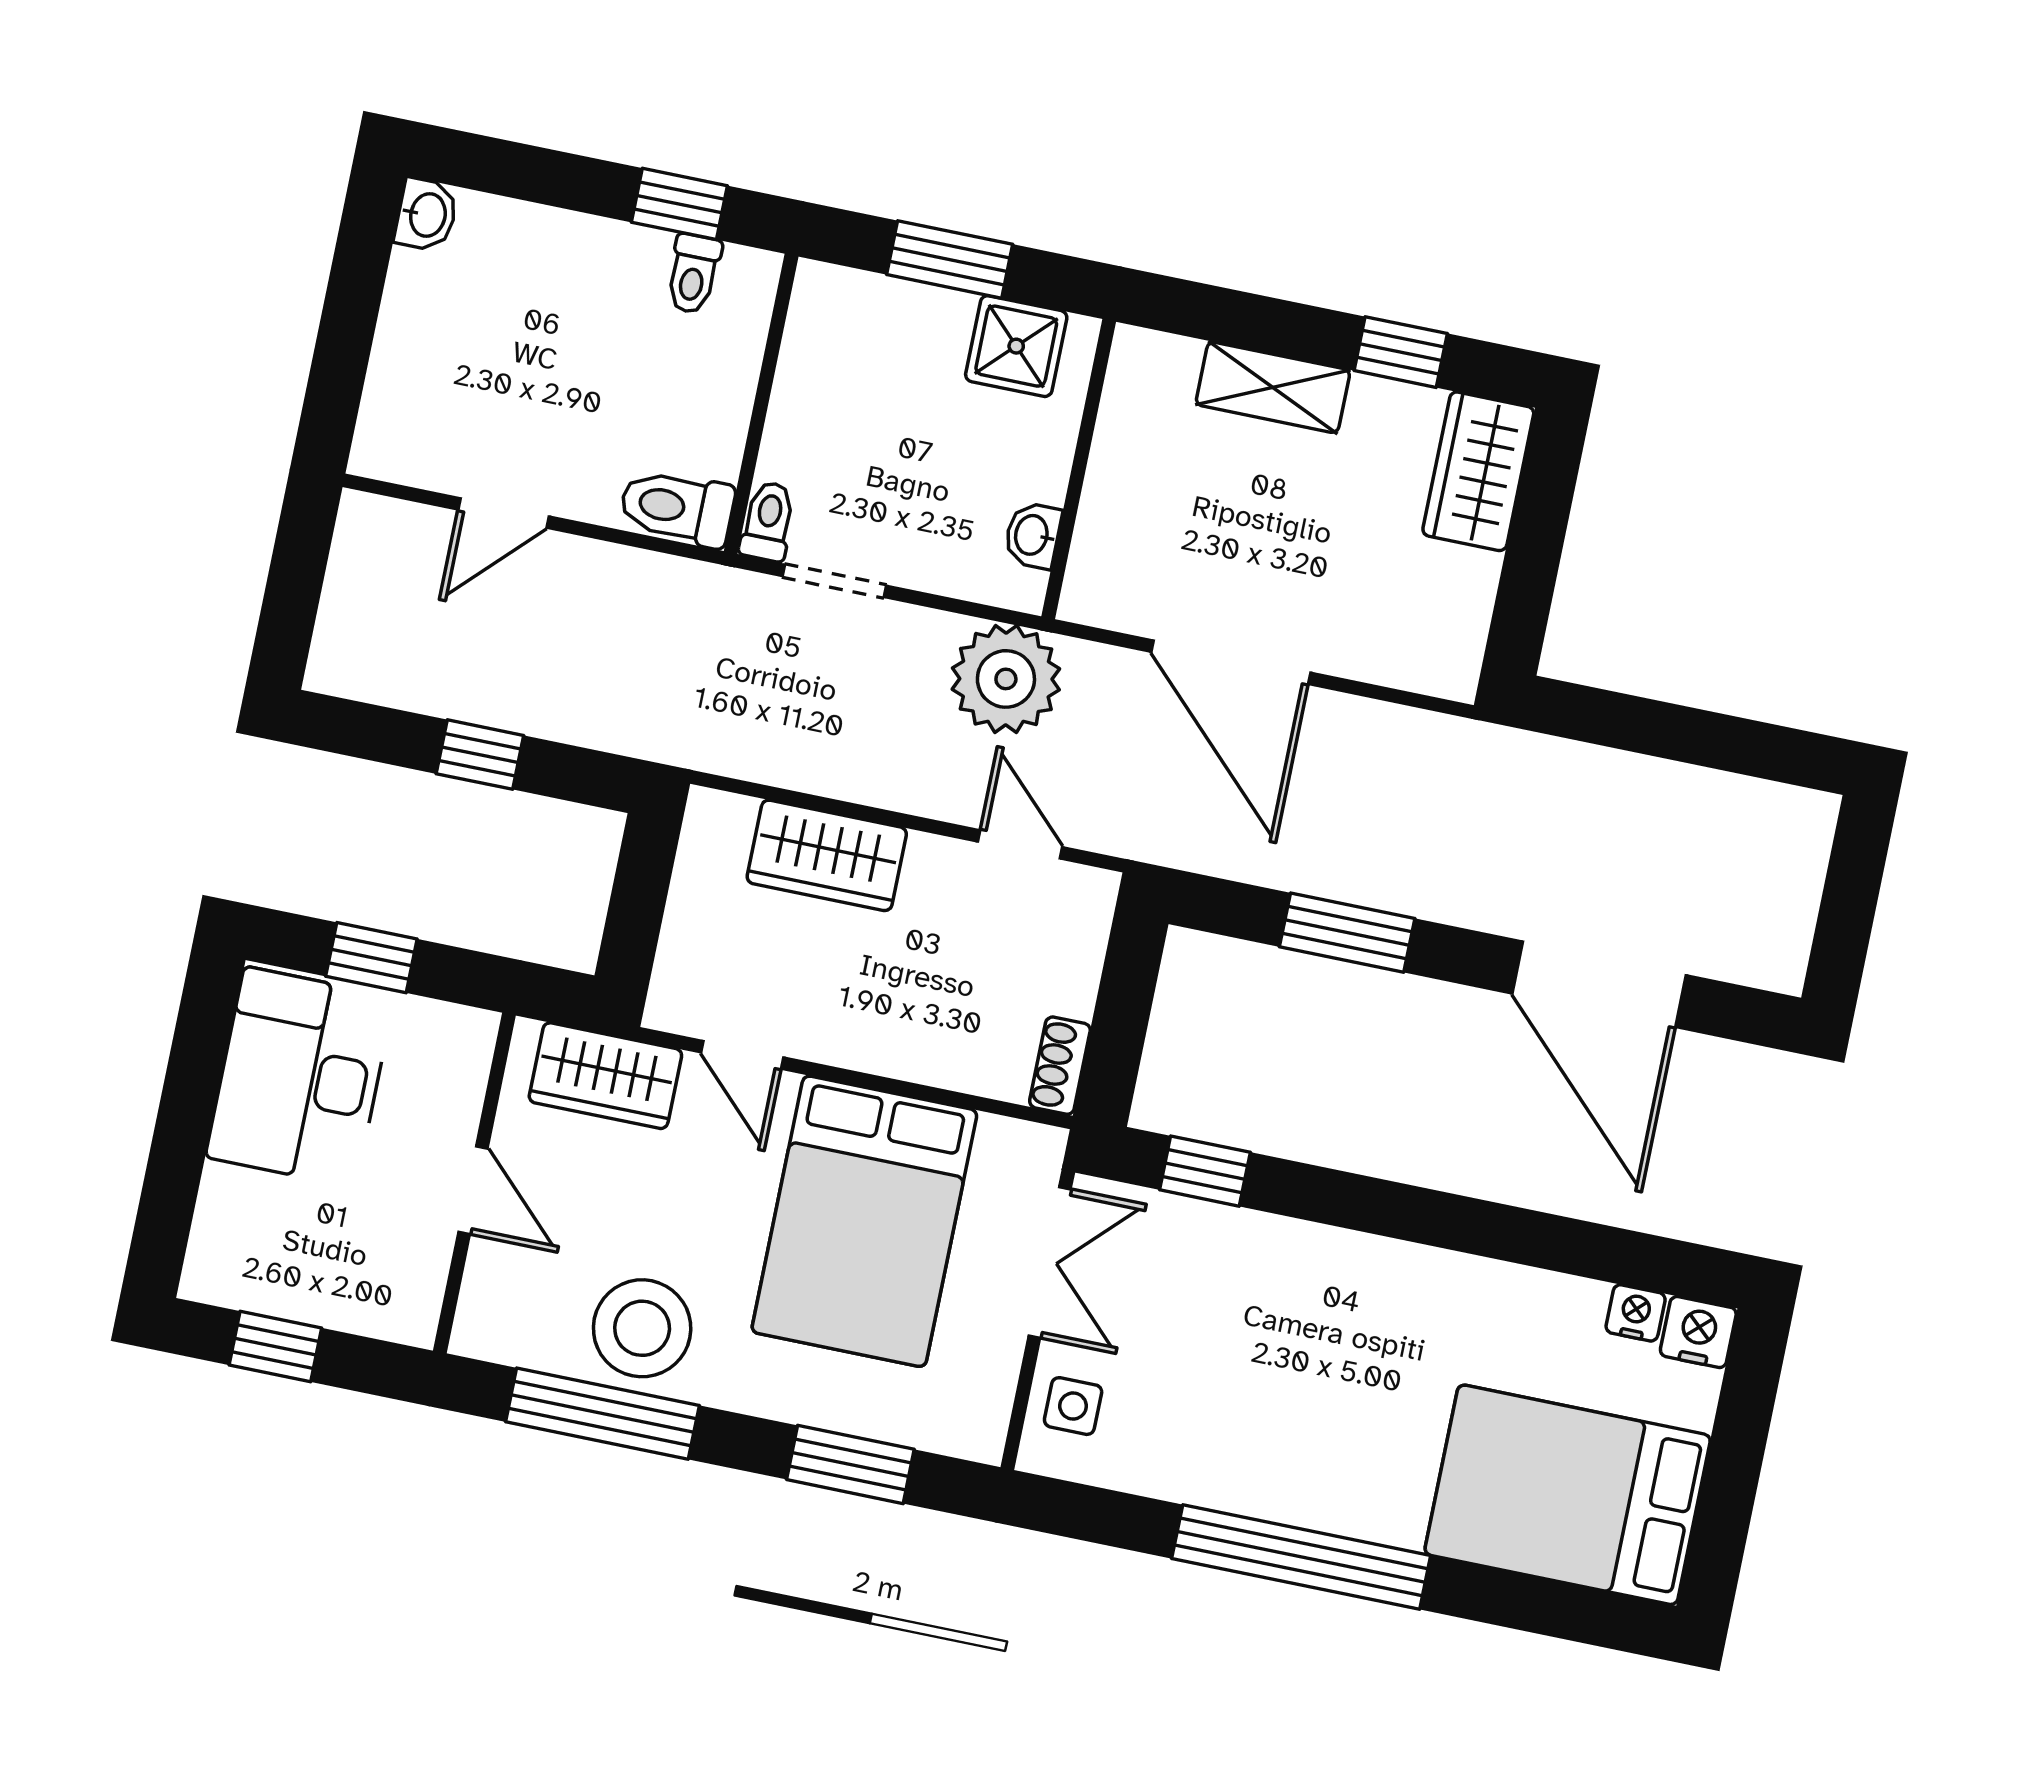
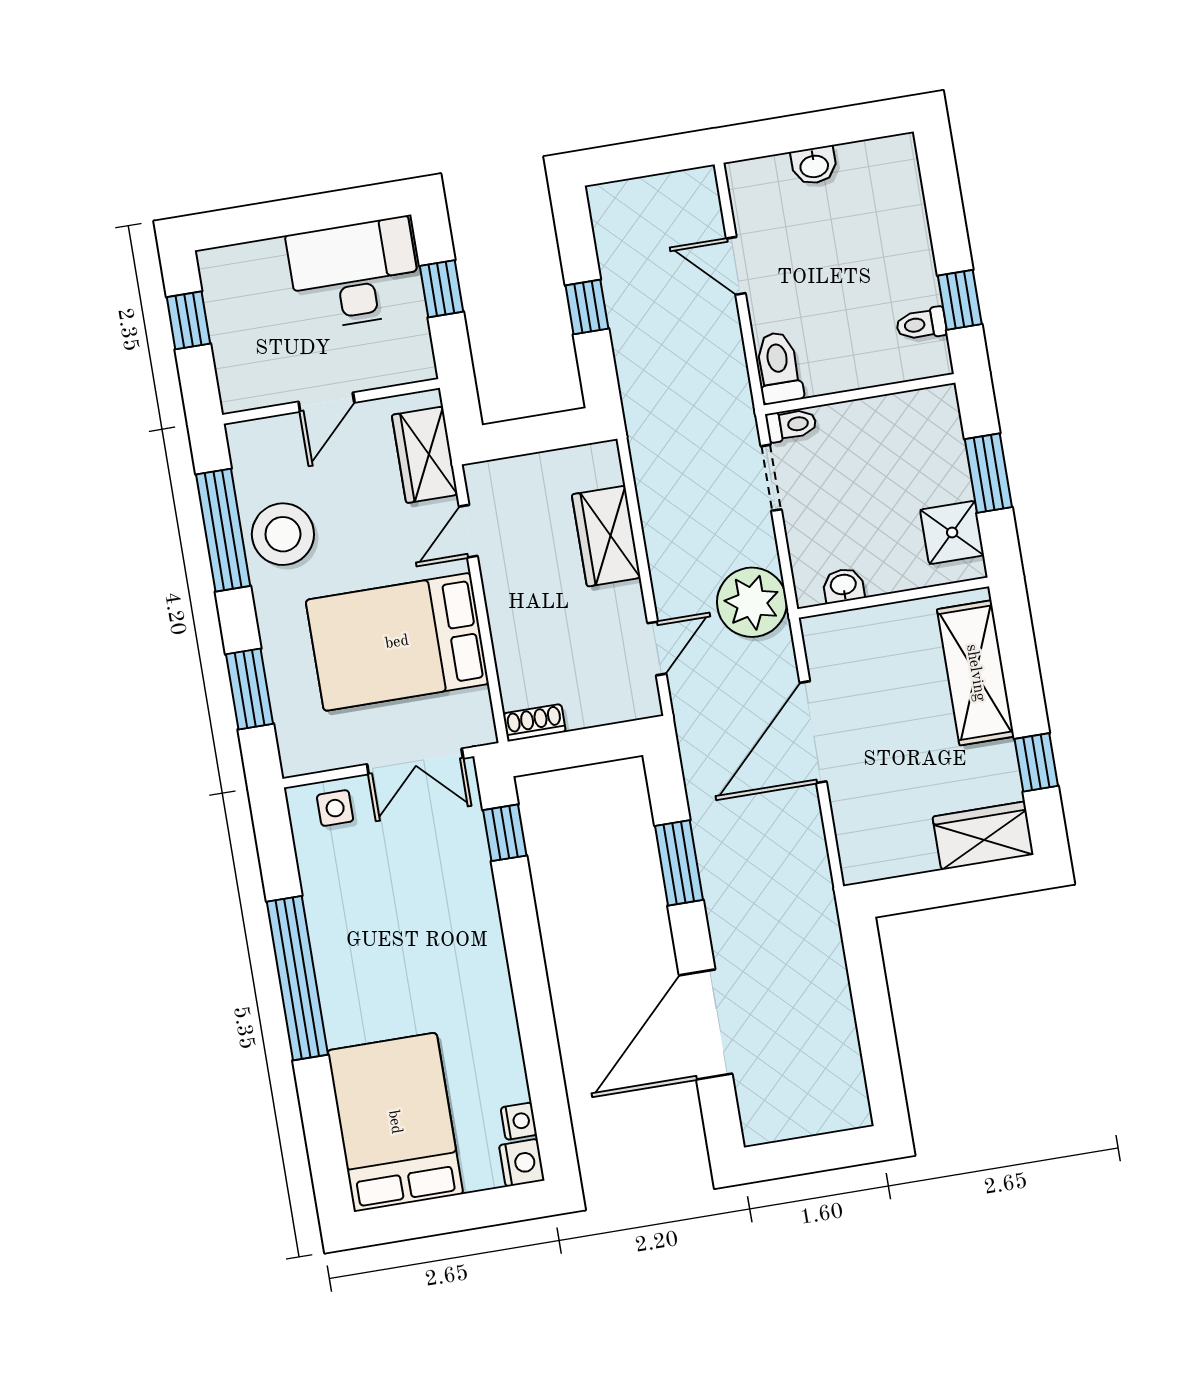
washbasin: (426, 215) -> (814, 165), moved
shelving: (1273, 387) -> (976, 673), width x1.50, depth x1.33

